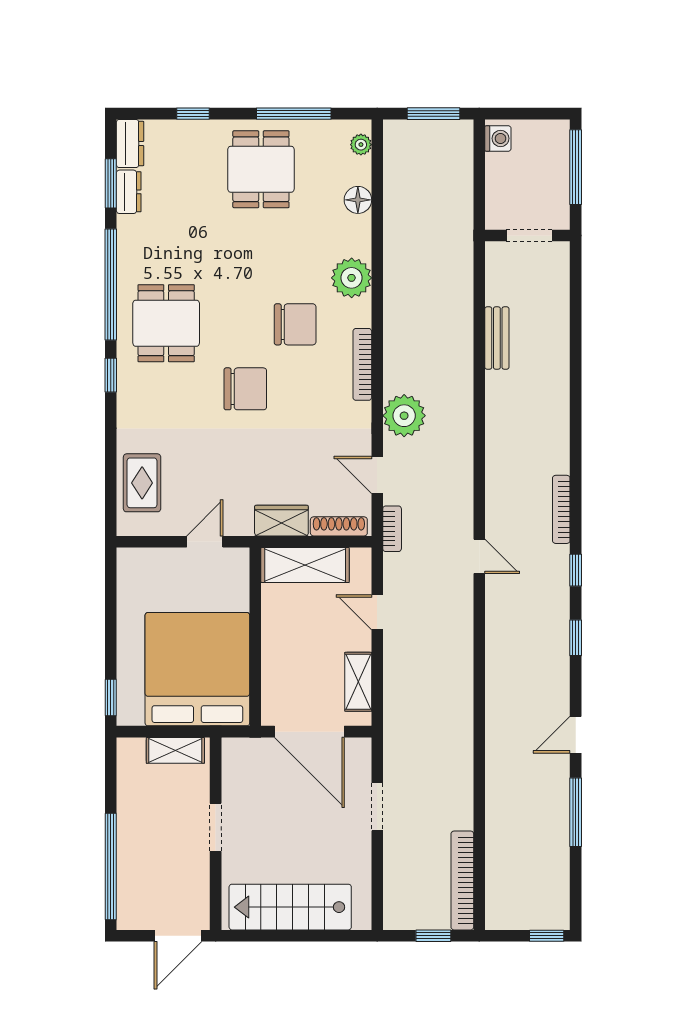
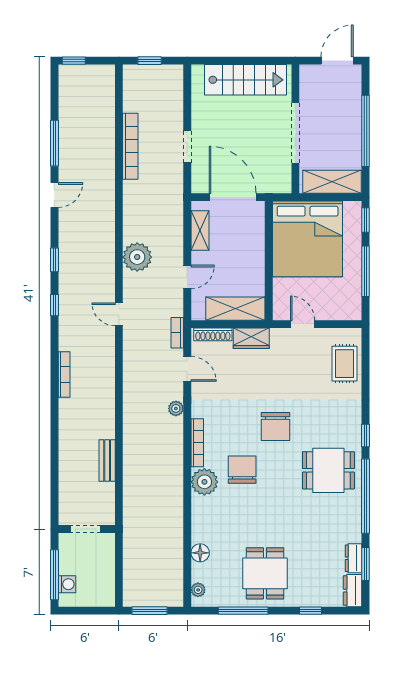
washing machine: (498, 138) -> (67, 584), moved, turned 180
plant: (352, 278) -> (204, 482), moved
dining table: (166, 323) -> (328, 470), turned 90
chair: (295, 324) -> (242, 470), turned 90
chair: (245, 389) -> (275, 426), turned -90
plant: (404, 416) -> (176, 408), width x0.53, depth x0.53
bookcase: (561, 509) -> (64, 374), moved
door: (205, 542) -> (303, 324), swing flipped
door: (377, 612) -> (187, 277), hinge flipped
window: (111, 621) -> (365, 271), added
plant: (452, 642) -> (137, 257), added
shelving: (175, 750) -> (332, 182), width x1.50, depth x1.33
doorway: (216, 827) -> (295, 133), width x1.88
window: (111, 867) -> (365, 131), moved
bookcase: (462, 880) -> (130, 146), moved
door: (178, 936) -> (337, 61), moved

